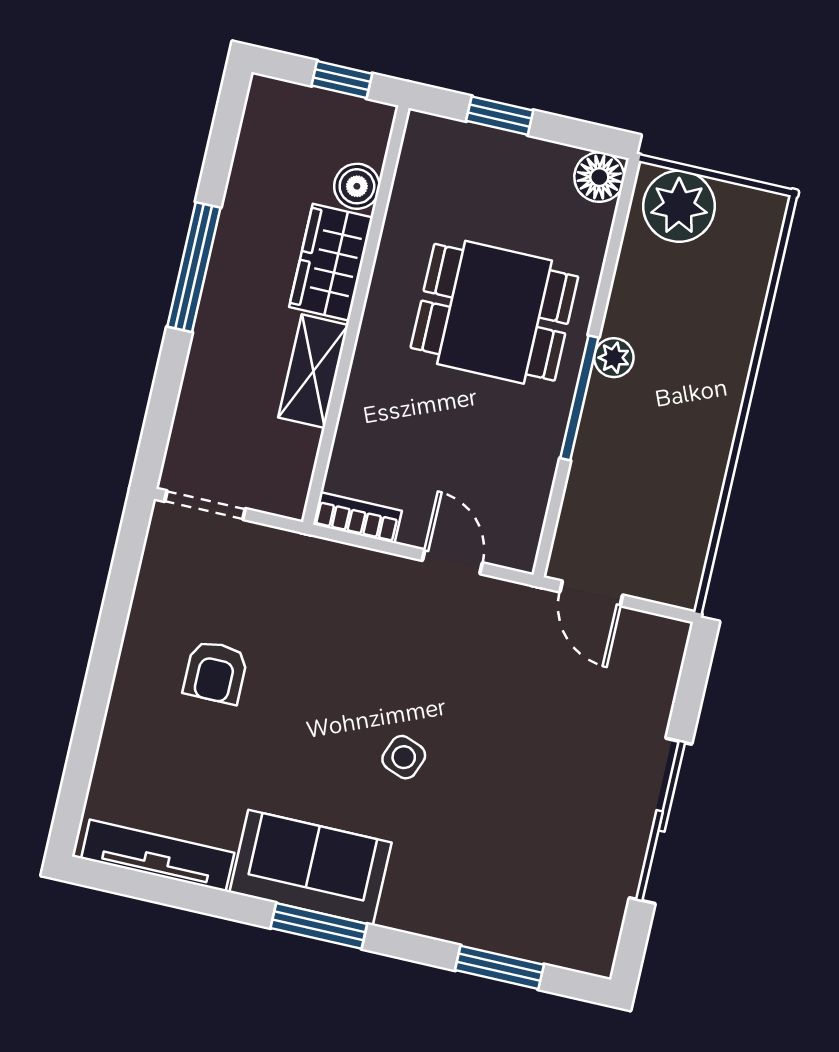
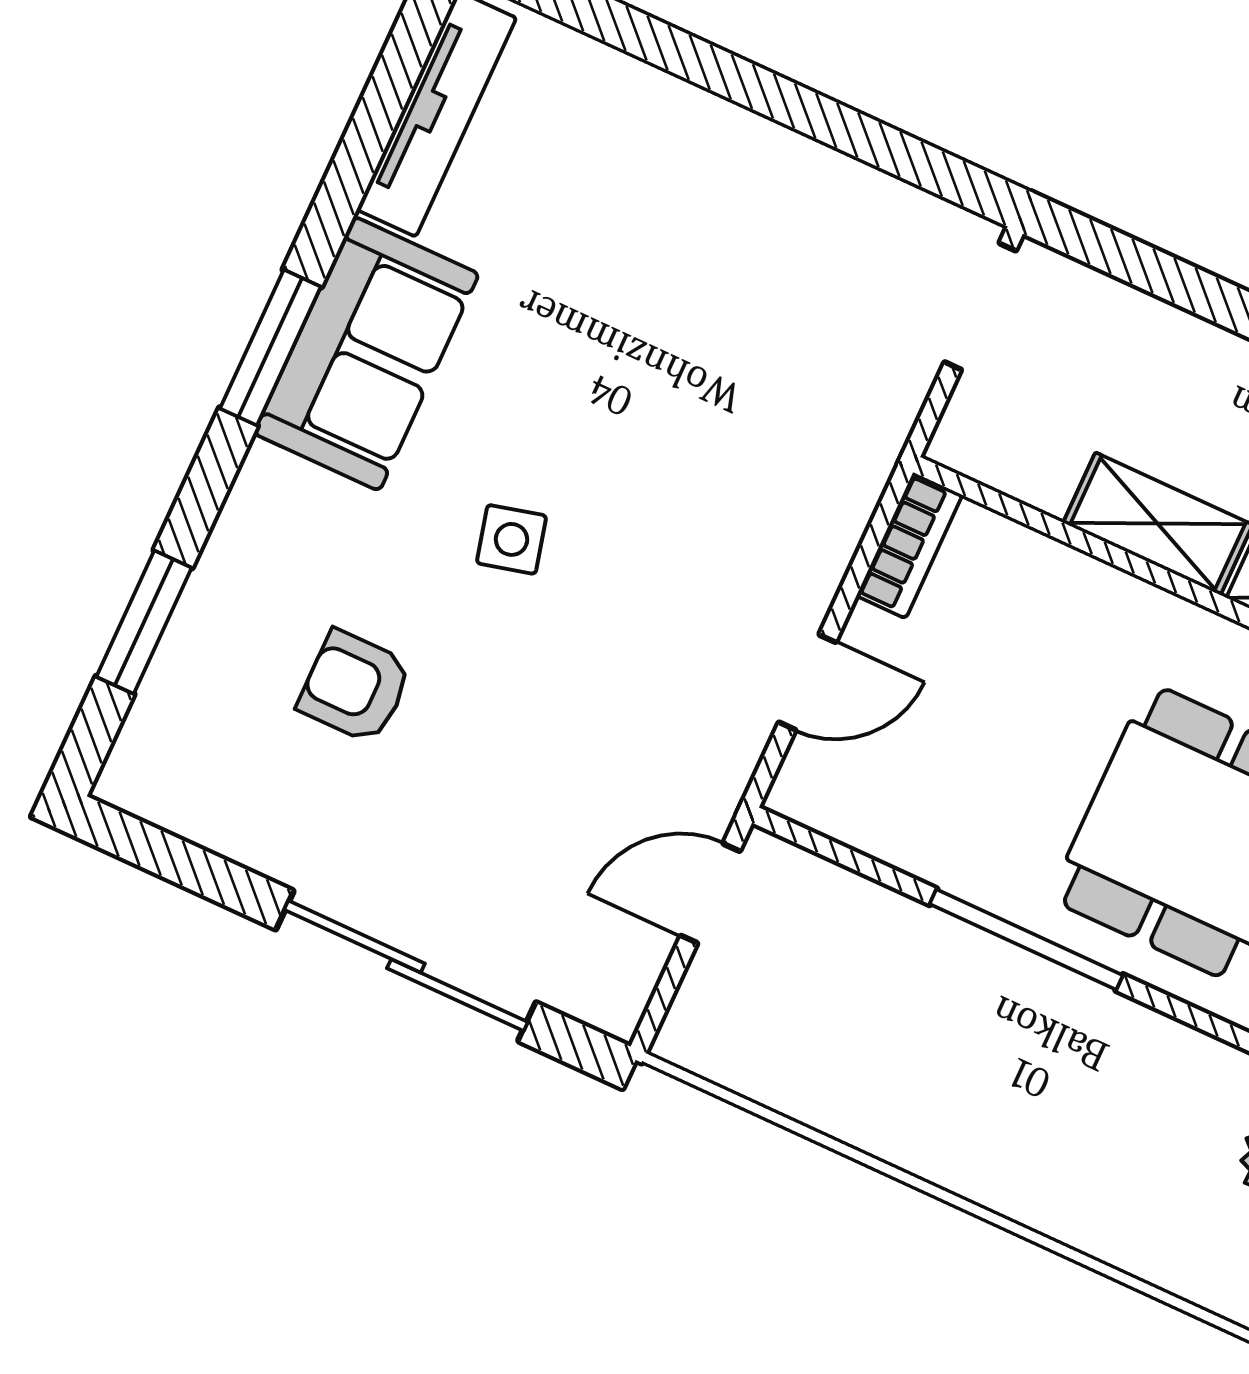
plant: (614, 358) -> (1079, 1008), removed
armchair: (216, 672) -> (355, 687), moved
side table: (404, 757) -> (512, 539), turned -35
sliding door: (661, 821) -> (406, 966), moved

